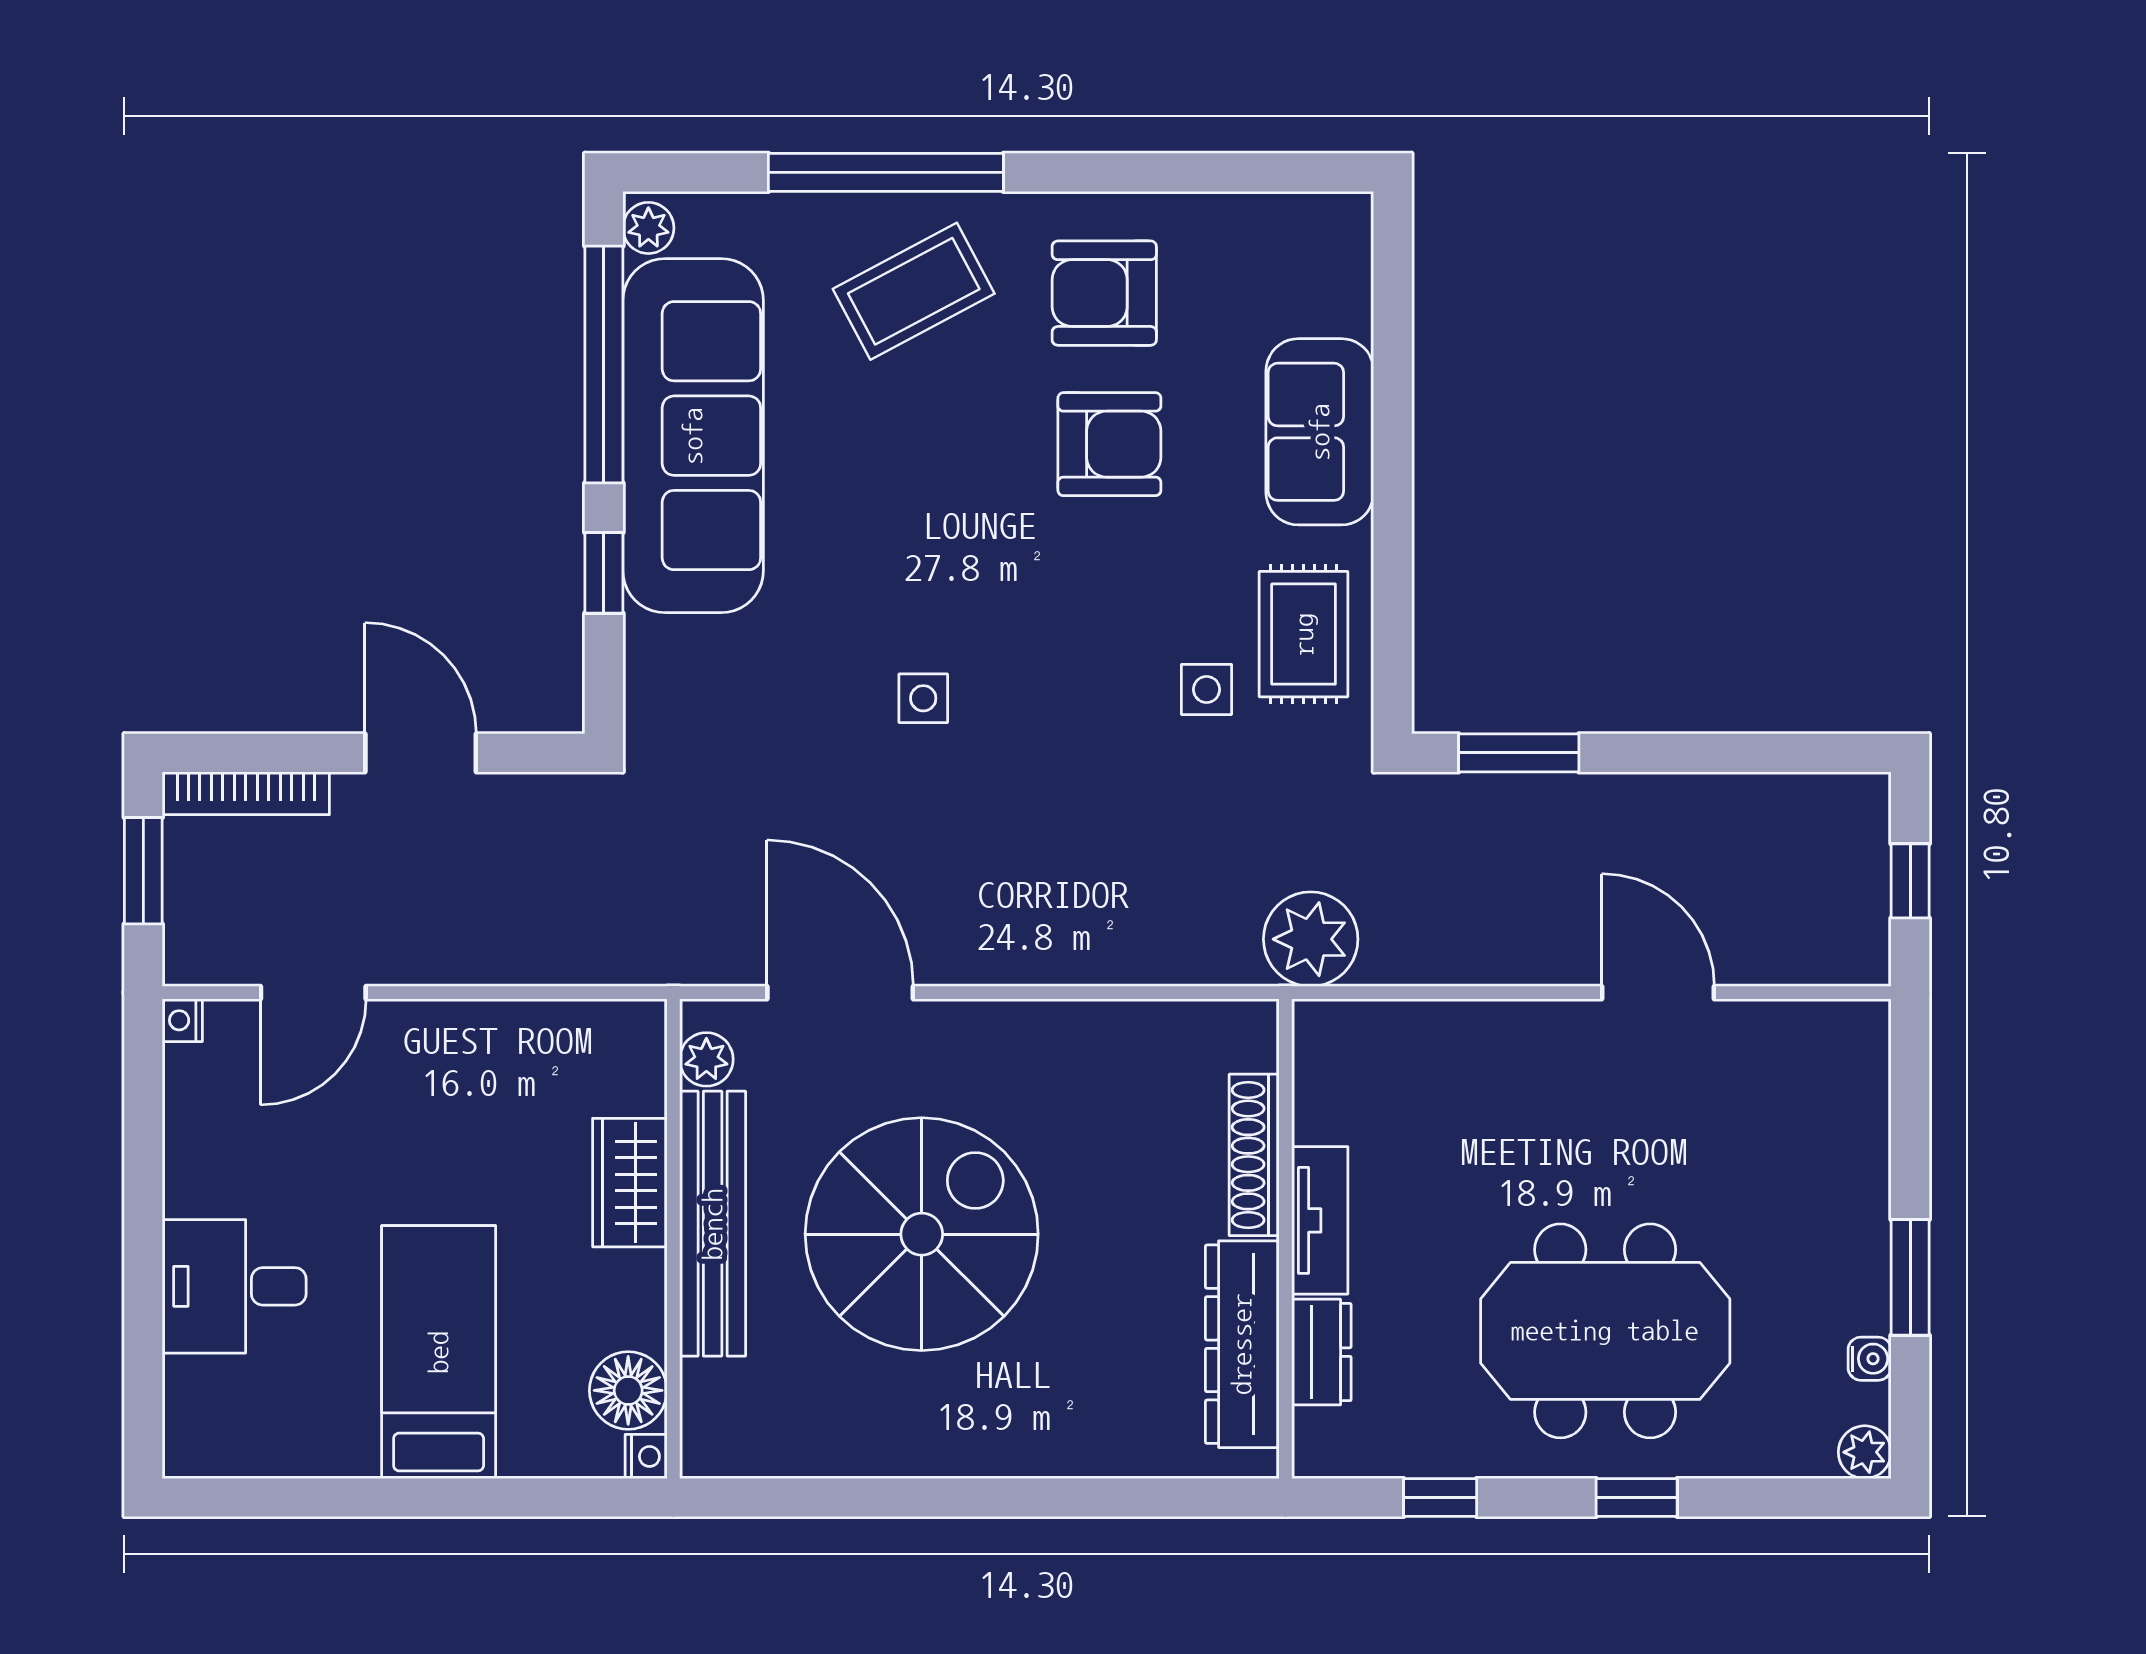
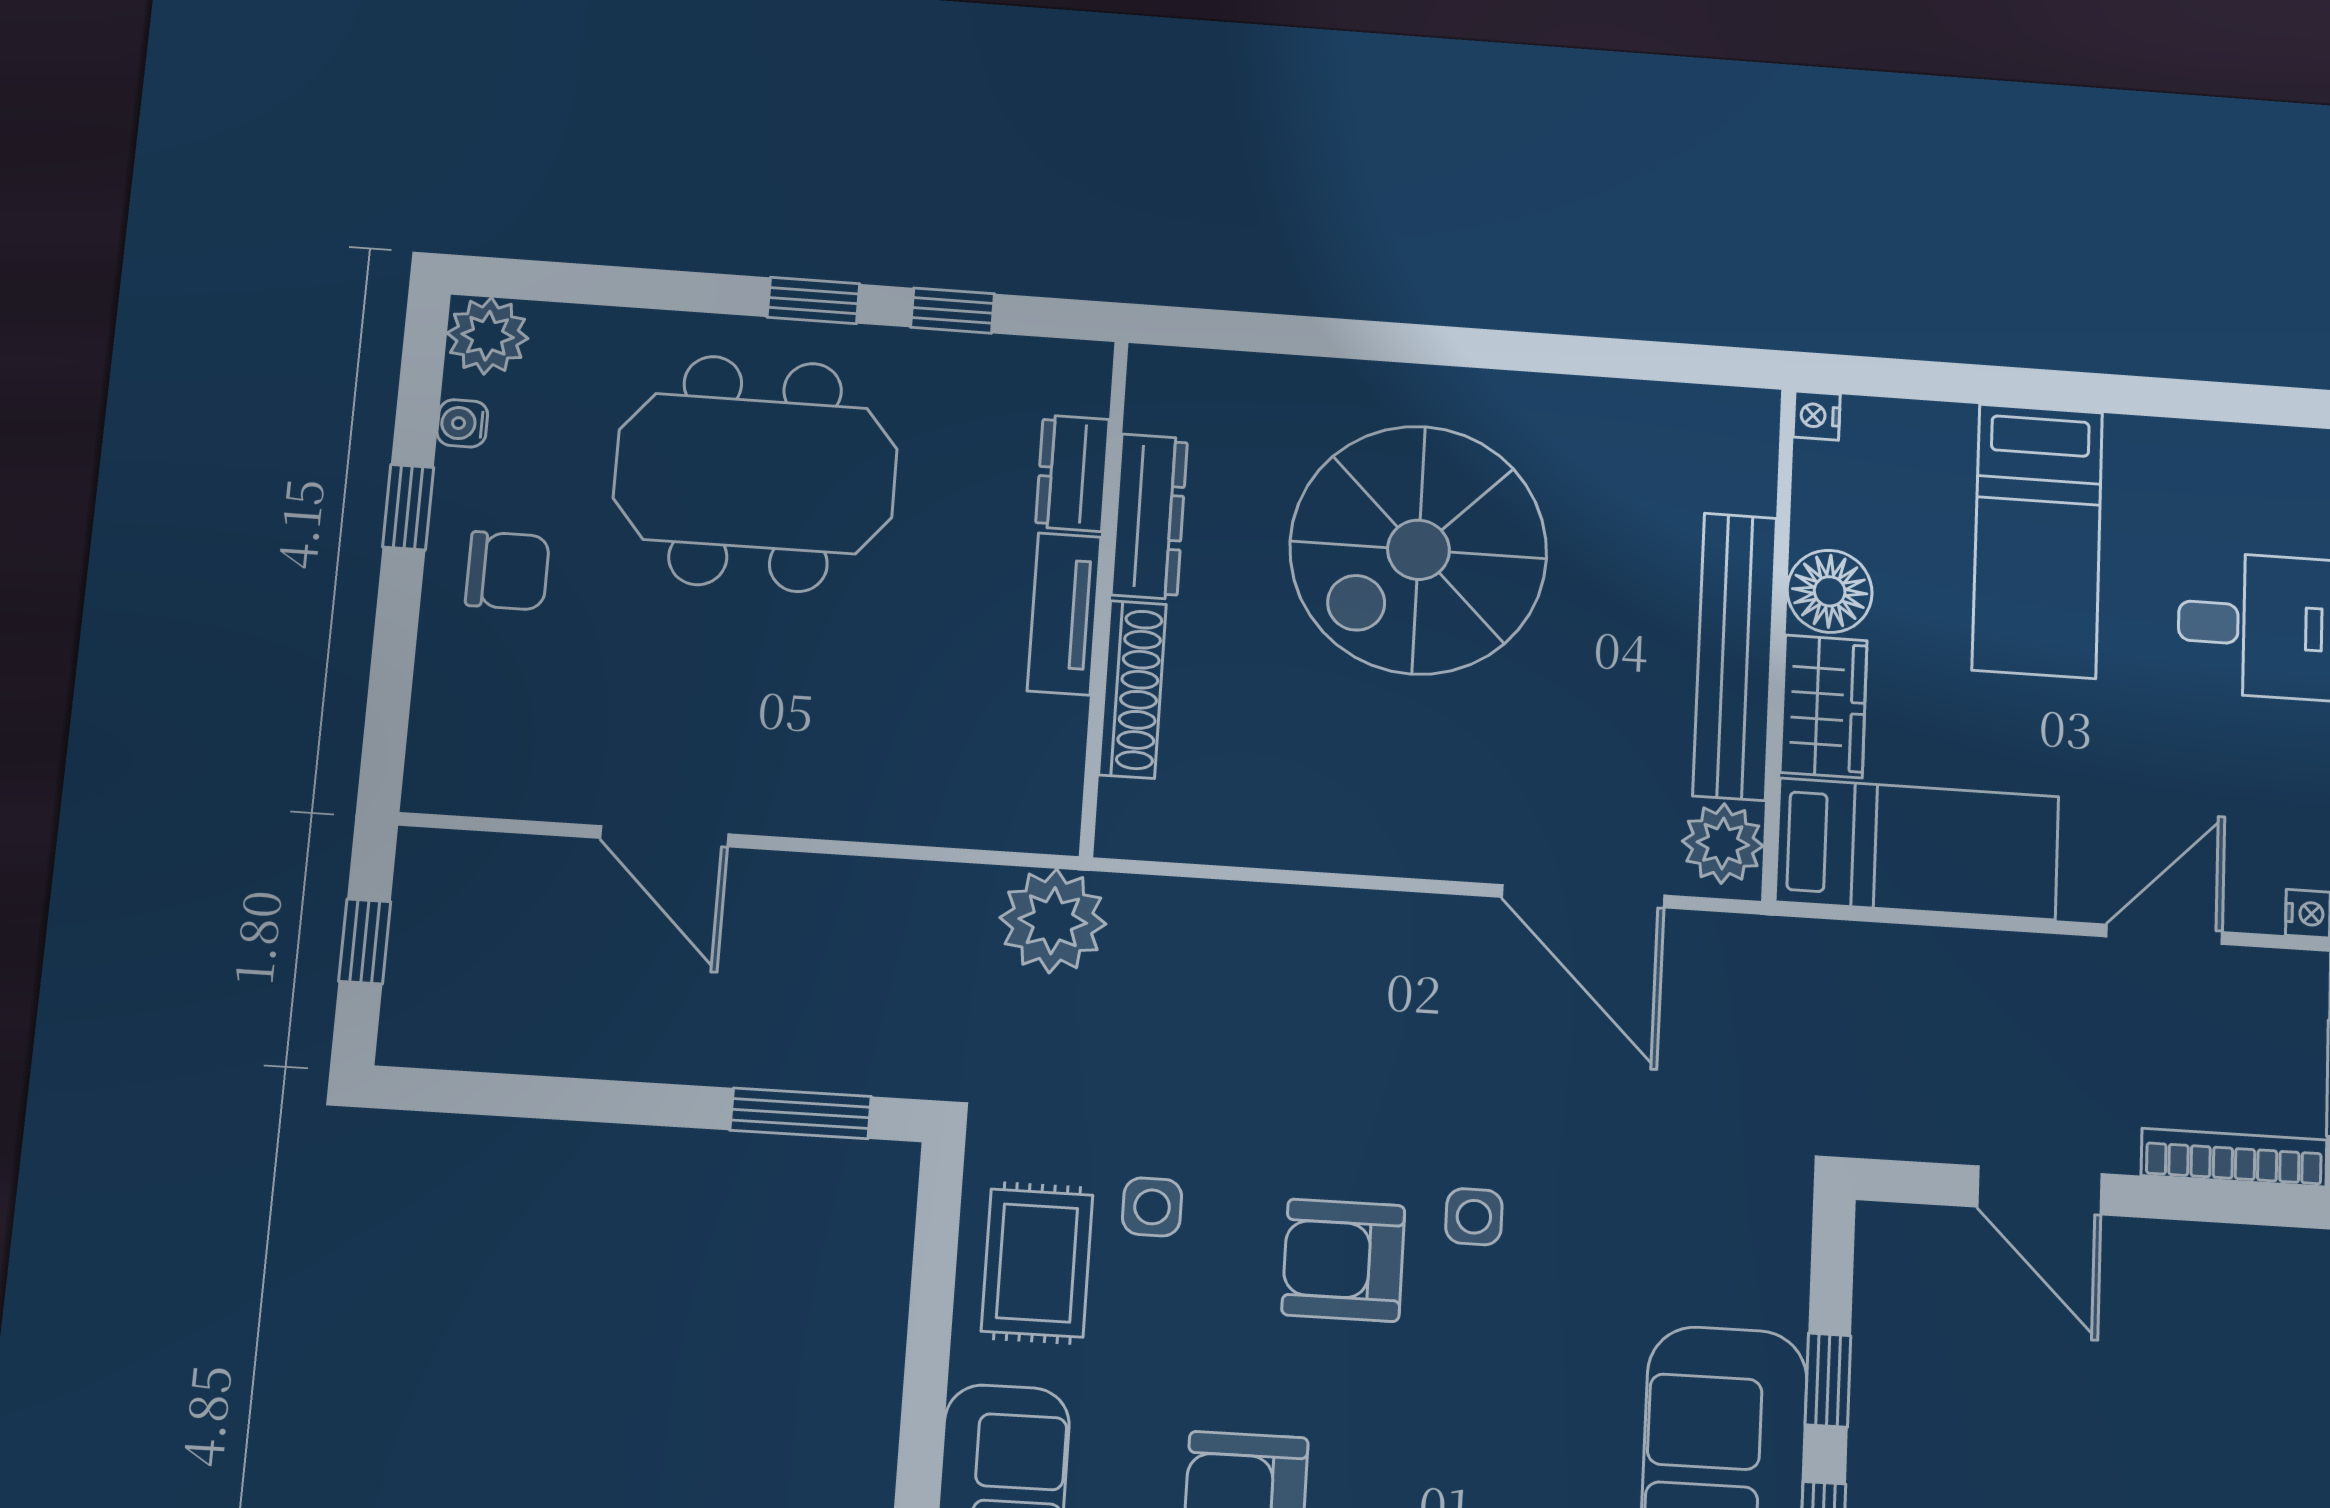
armchair: (1036, 653) -> (1343, 1260), added
bed: (540, 1056) -> (1917, 849), added
plant: (706, 1059) -> (1723, 844), width x1.38, depth x1.38
chair: (1817, 1225) -> (508, 571), added
spiral stairs: (922, 1234) -> (1418, 550), moved
window: (1910, 1277) -> (408, 507), width x0.67
dresser: (1242, 1344) -> (1149, 517), width x0.73, depth x0.80
floor lamp: (628, 1390) -> (1830, 591), moved
plant: (1865, 1452) -> (488, 336), width x1.38, depth x1.38
window: (1637, 1497) -> (813, 301), moved

